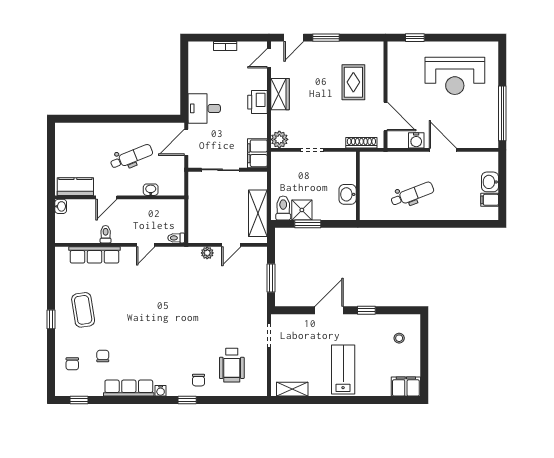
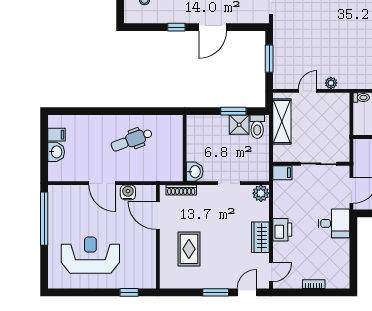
filing cabinet: (257, 153) -> (282, 173), width x0.50
washbasin: (348, 194) -> (195, 172), moved

